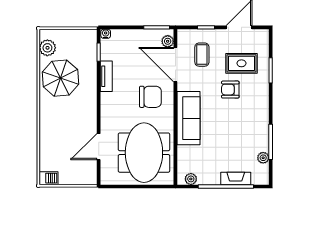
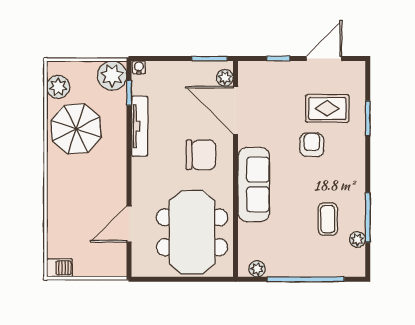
plant: (86, 40) -> (112, 76), added
coffee table: (202, 55) -> (328, 219), moved
tv unit: (106, 76) -> (140, 126), width x1.41
armchair: (230, 90) -> (312, 145), turned 90
fireplace: (236, 178) -> (319, 268), removed

